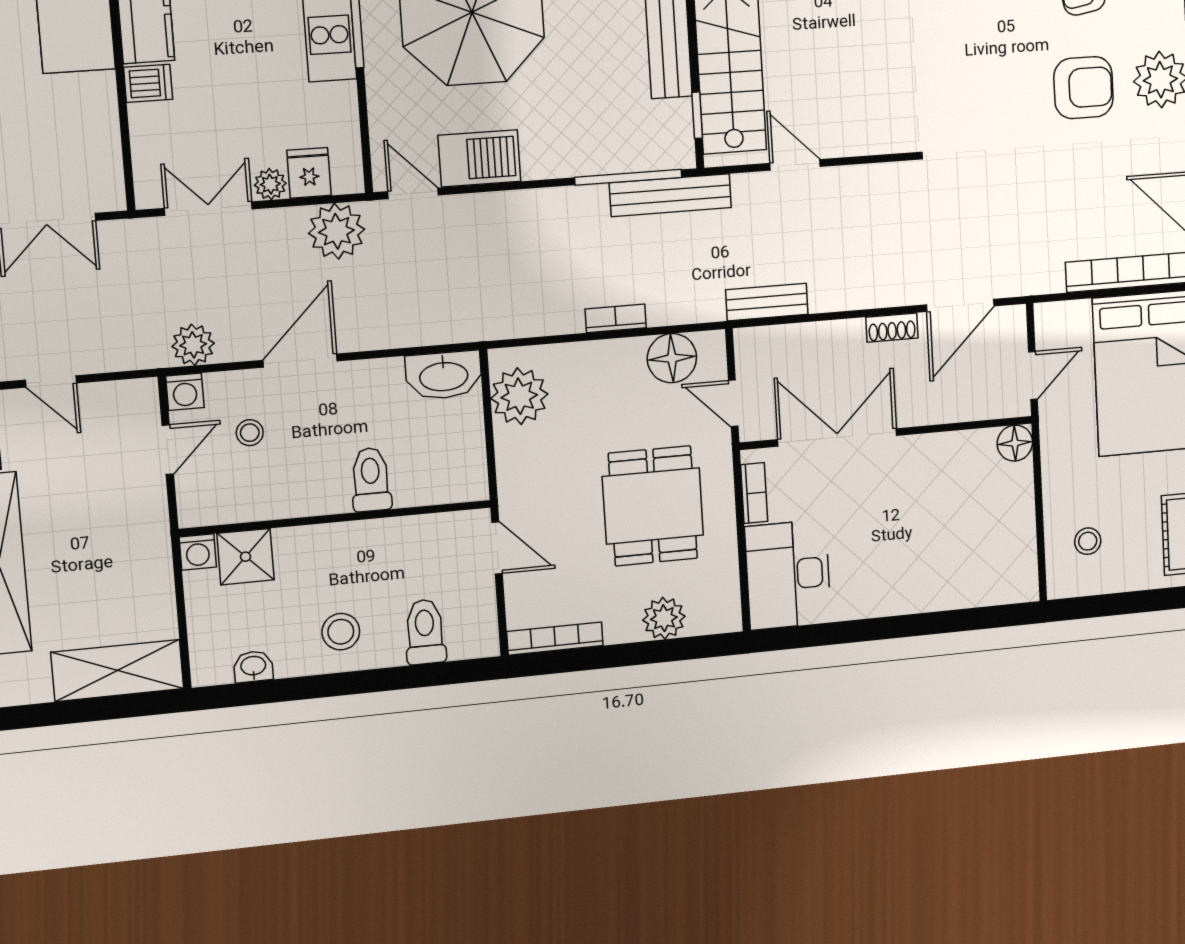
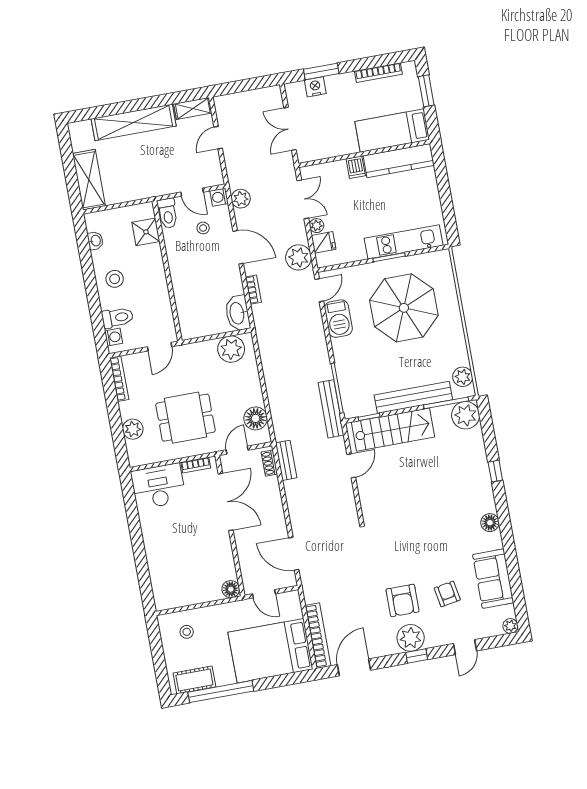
bookcase: (616, 318) -> (253, 290), moved
shoe rack: (892, 328) -> (269, 463), moved
toilet: (371, 480) -> (168, 213), moved, turned 90
washing machine: (198, 552) -> (114, 337), moved, turned 180

